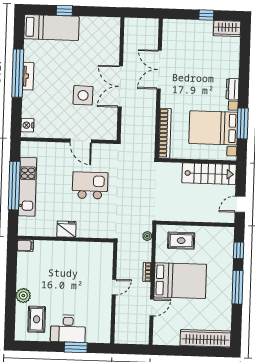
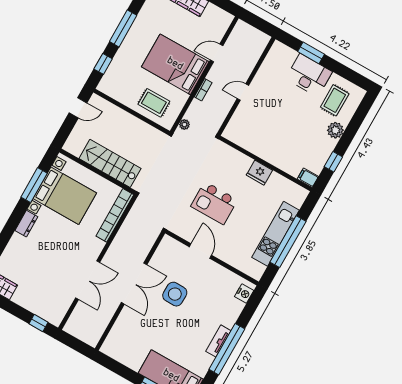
window: (206, 15) -> (39, 323), moved
stairs: (209, 174) -> (110, 163), moved
window: (12, 269) -> (333, 162), added

